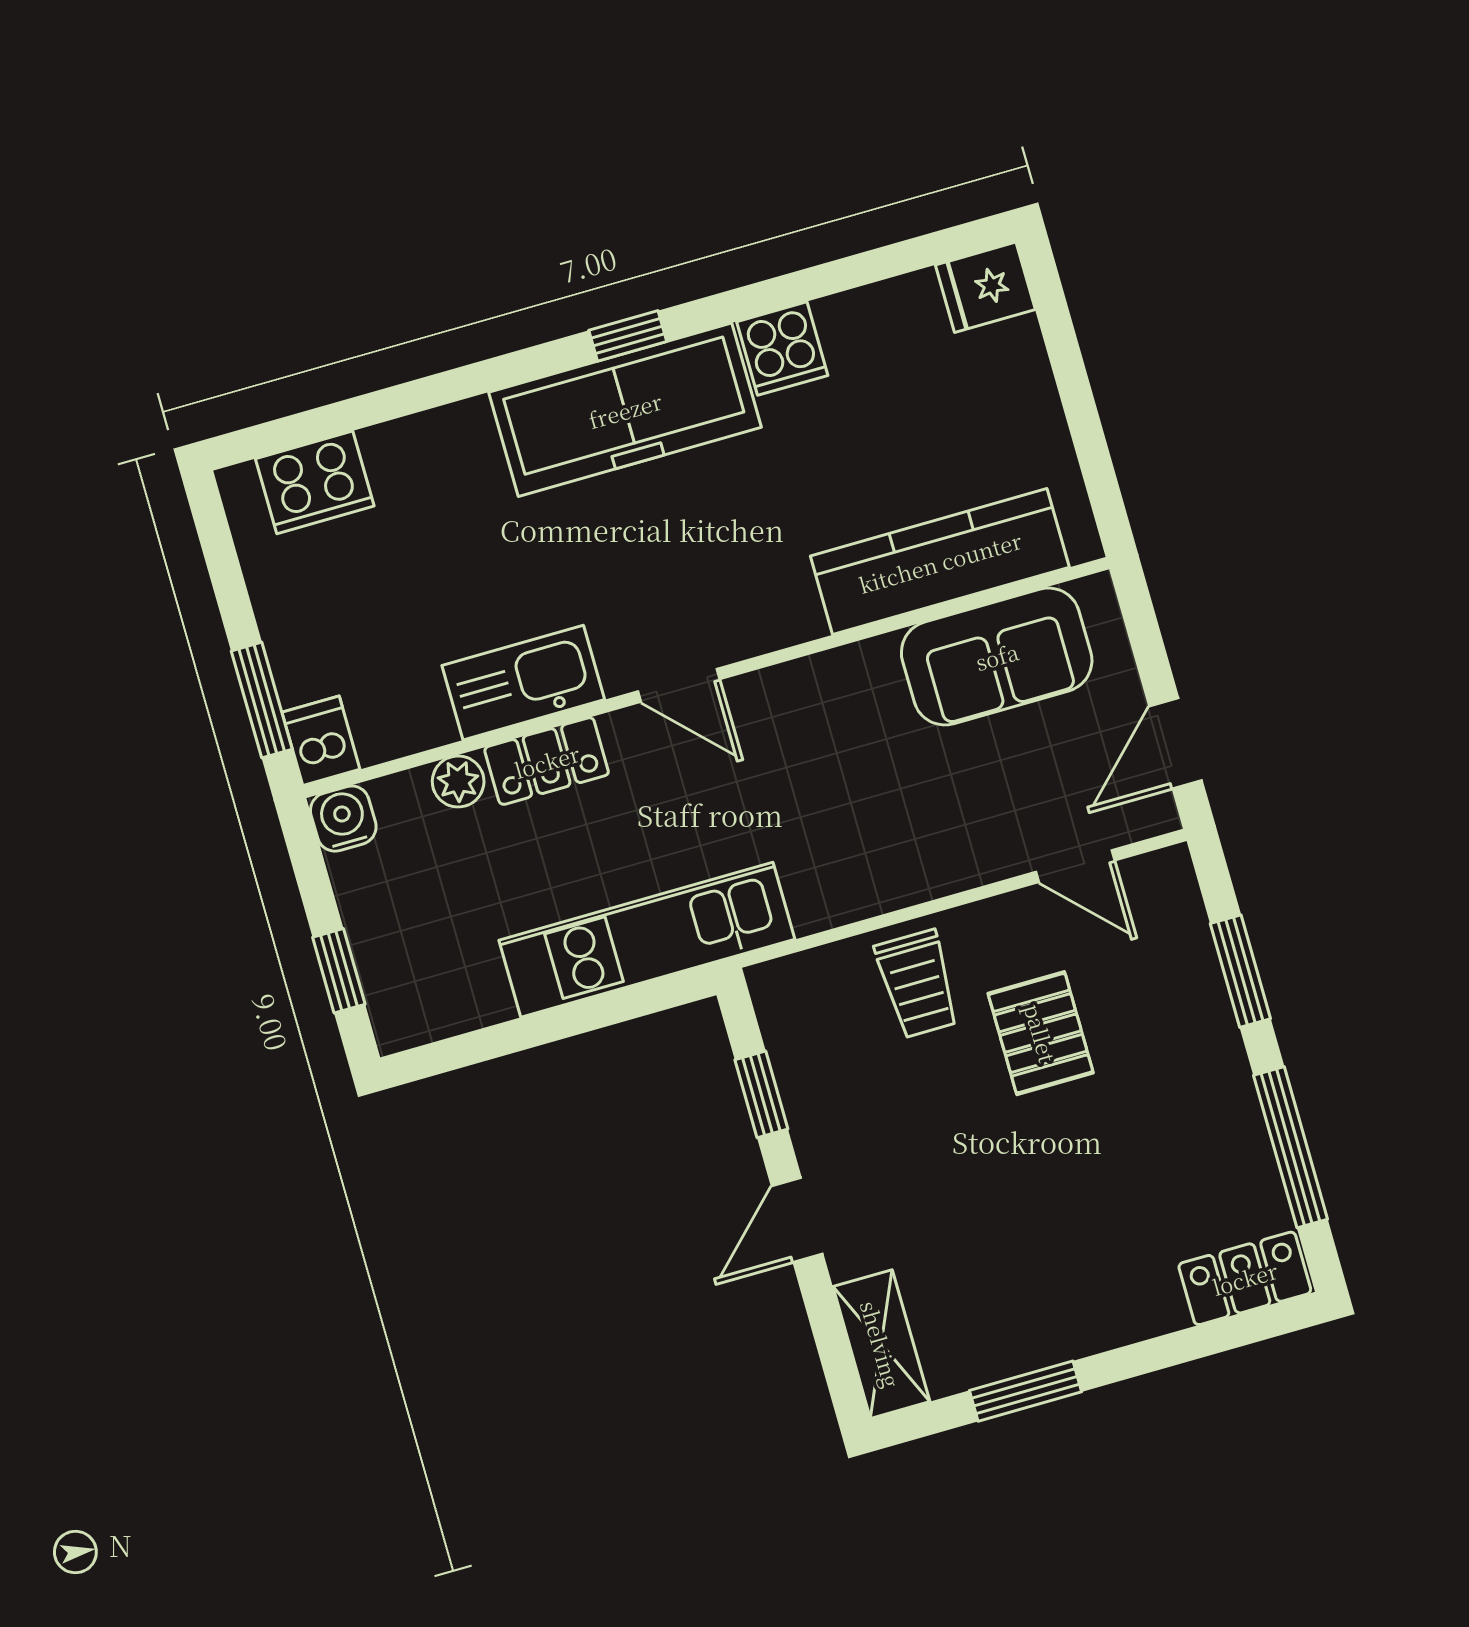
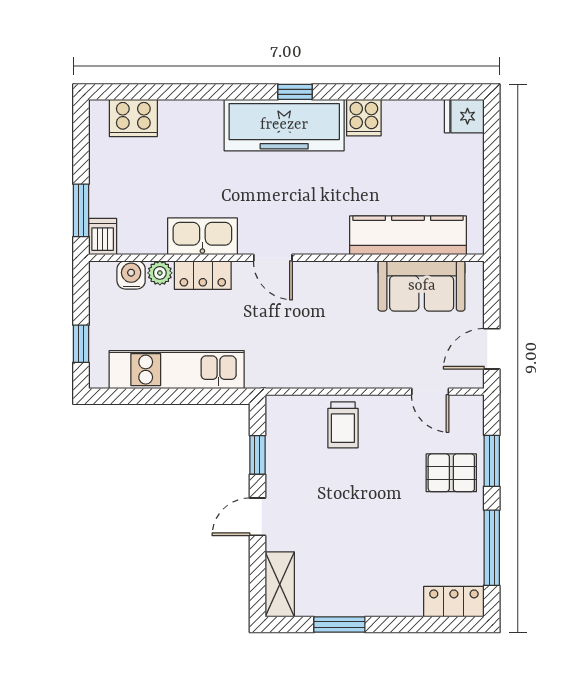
water cooler: (343, 819) -> (131, 275), moved
kitchen unit: (647, 940) -> (177, 370), moved
pallet: (1041, 1033) -> (451, 473), moved, turned 90

